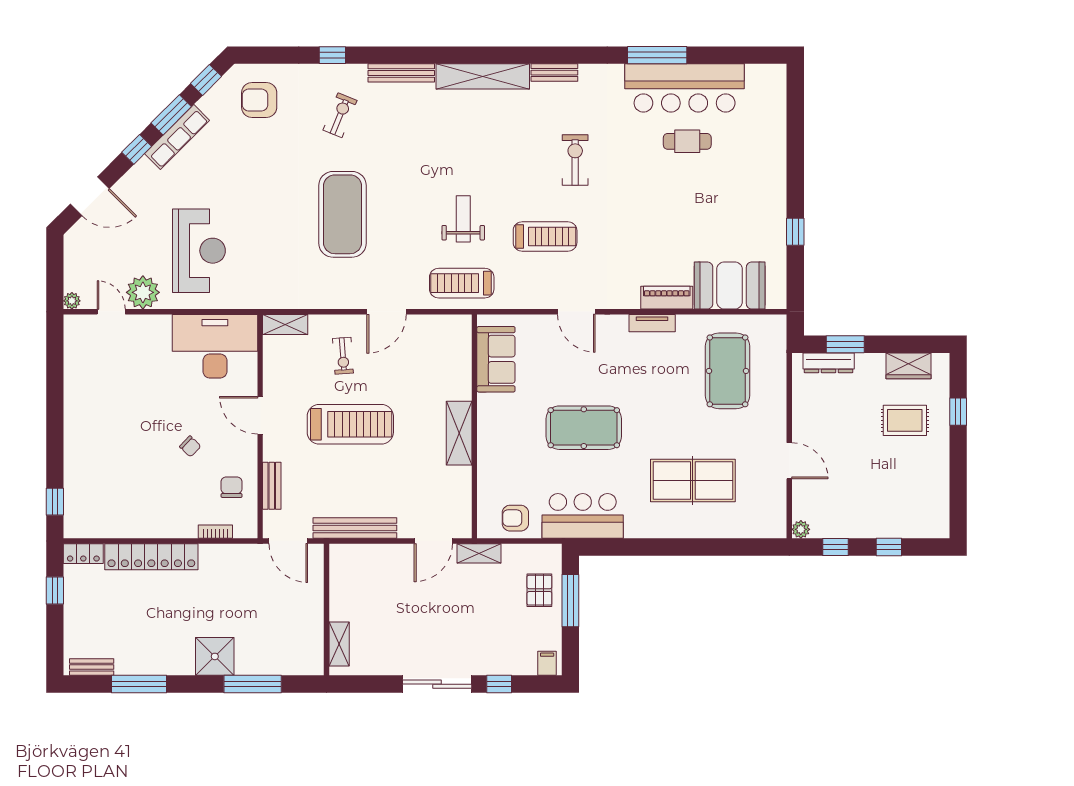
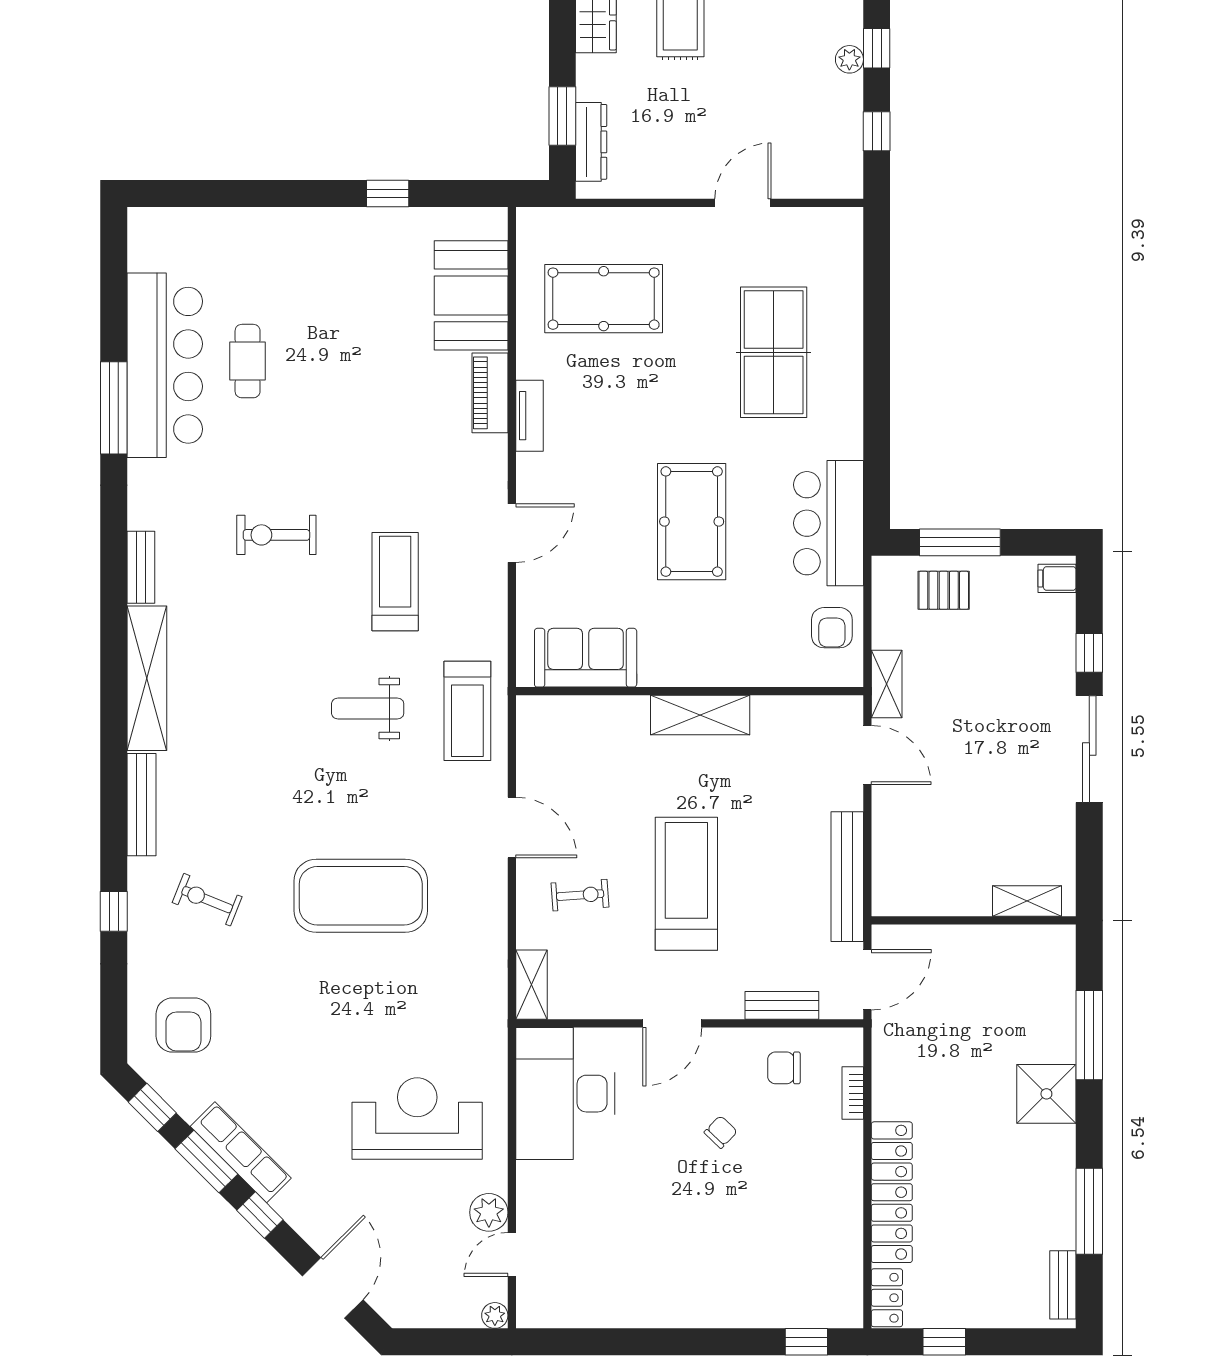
plant: (143, 292) -> (489, 1212), width x0.73, depth x0.73
plant: (801, 529) -> (849, 59), moved

